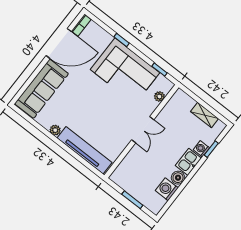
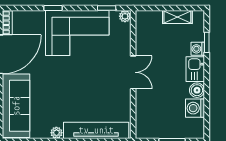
plant: (159, 96) -> (125, 16), moved

